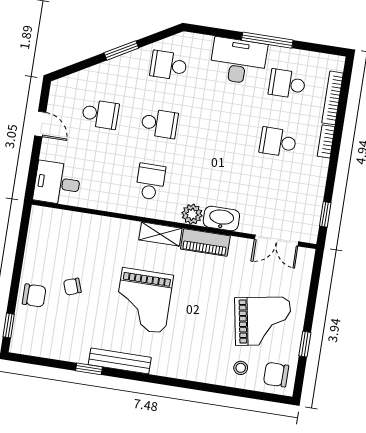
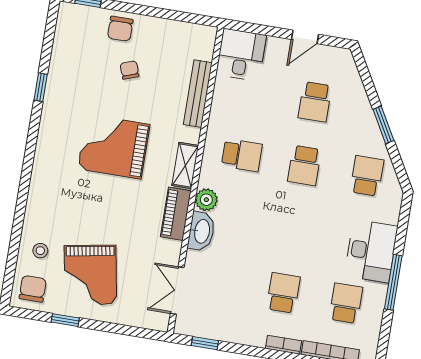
bench: (120, 361) -> (198, 94), moved

